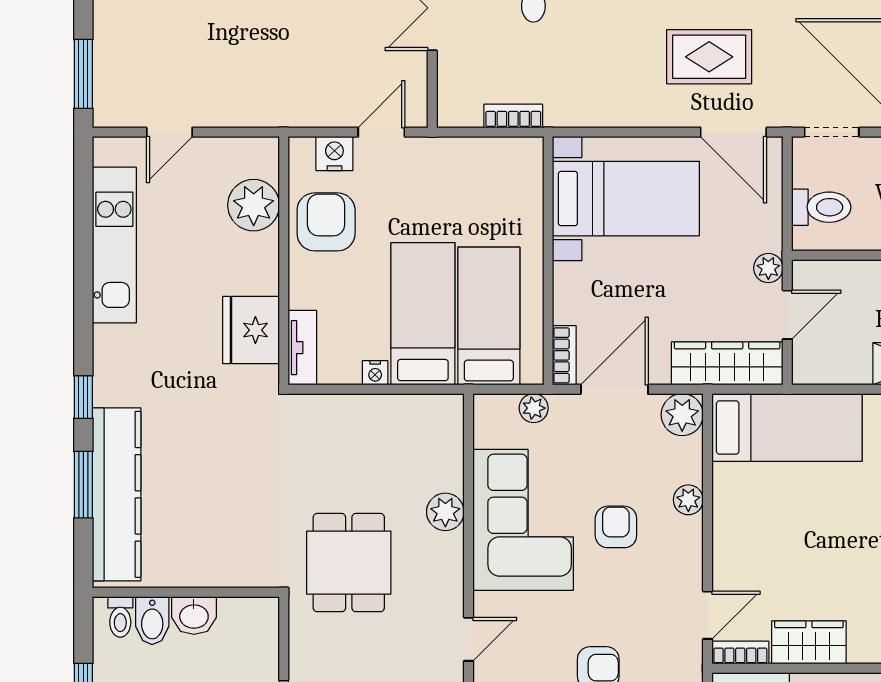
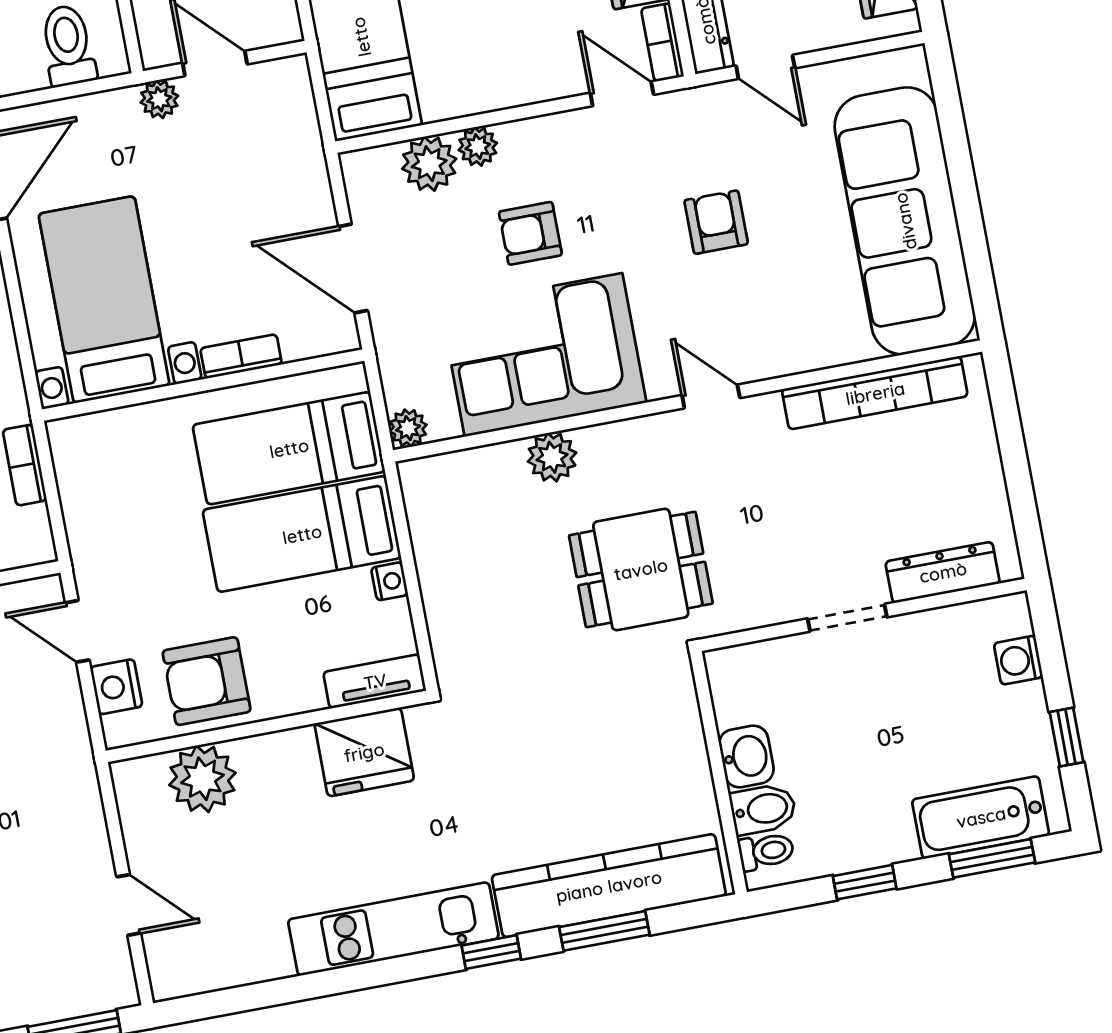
kitchen unit: (114, 245) -> (393, 929), moved
bookcase: (564, 355) -> (241, 356), moved
wardrobe: (727, 363) -> (292, 129), removed
plant: (534, 408) -> (408, 428), moved
plant: (682, 415) -> (429, 164), moved

